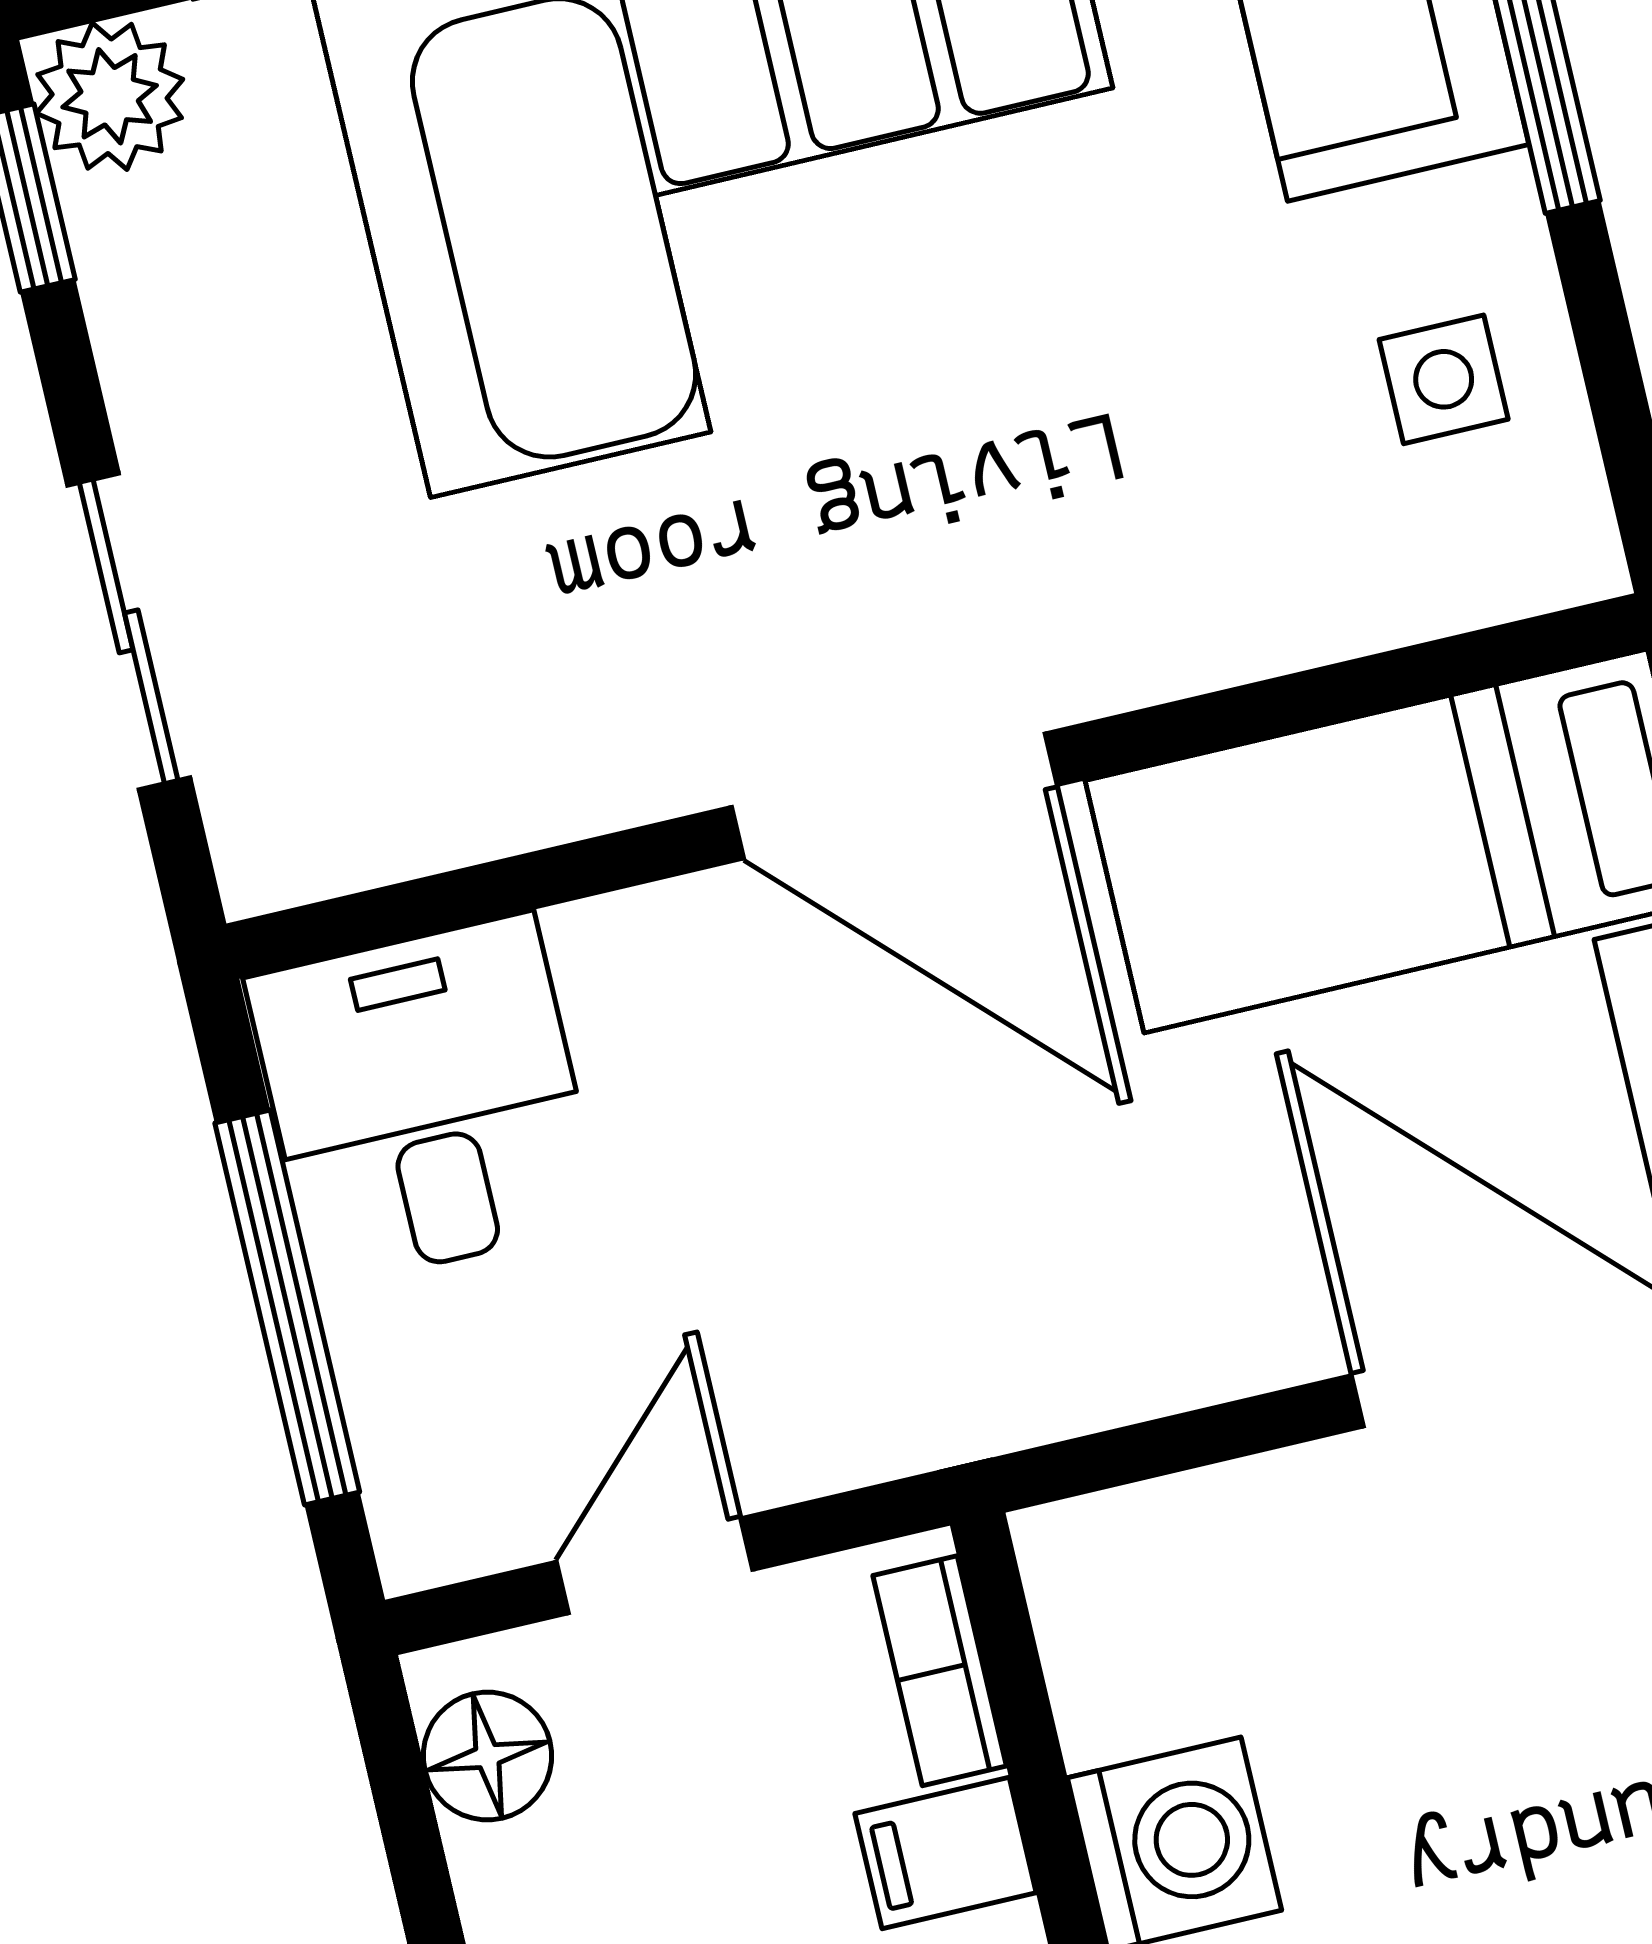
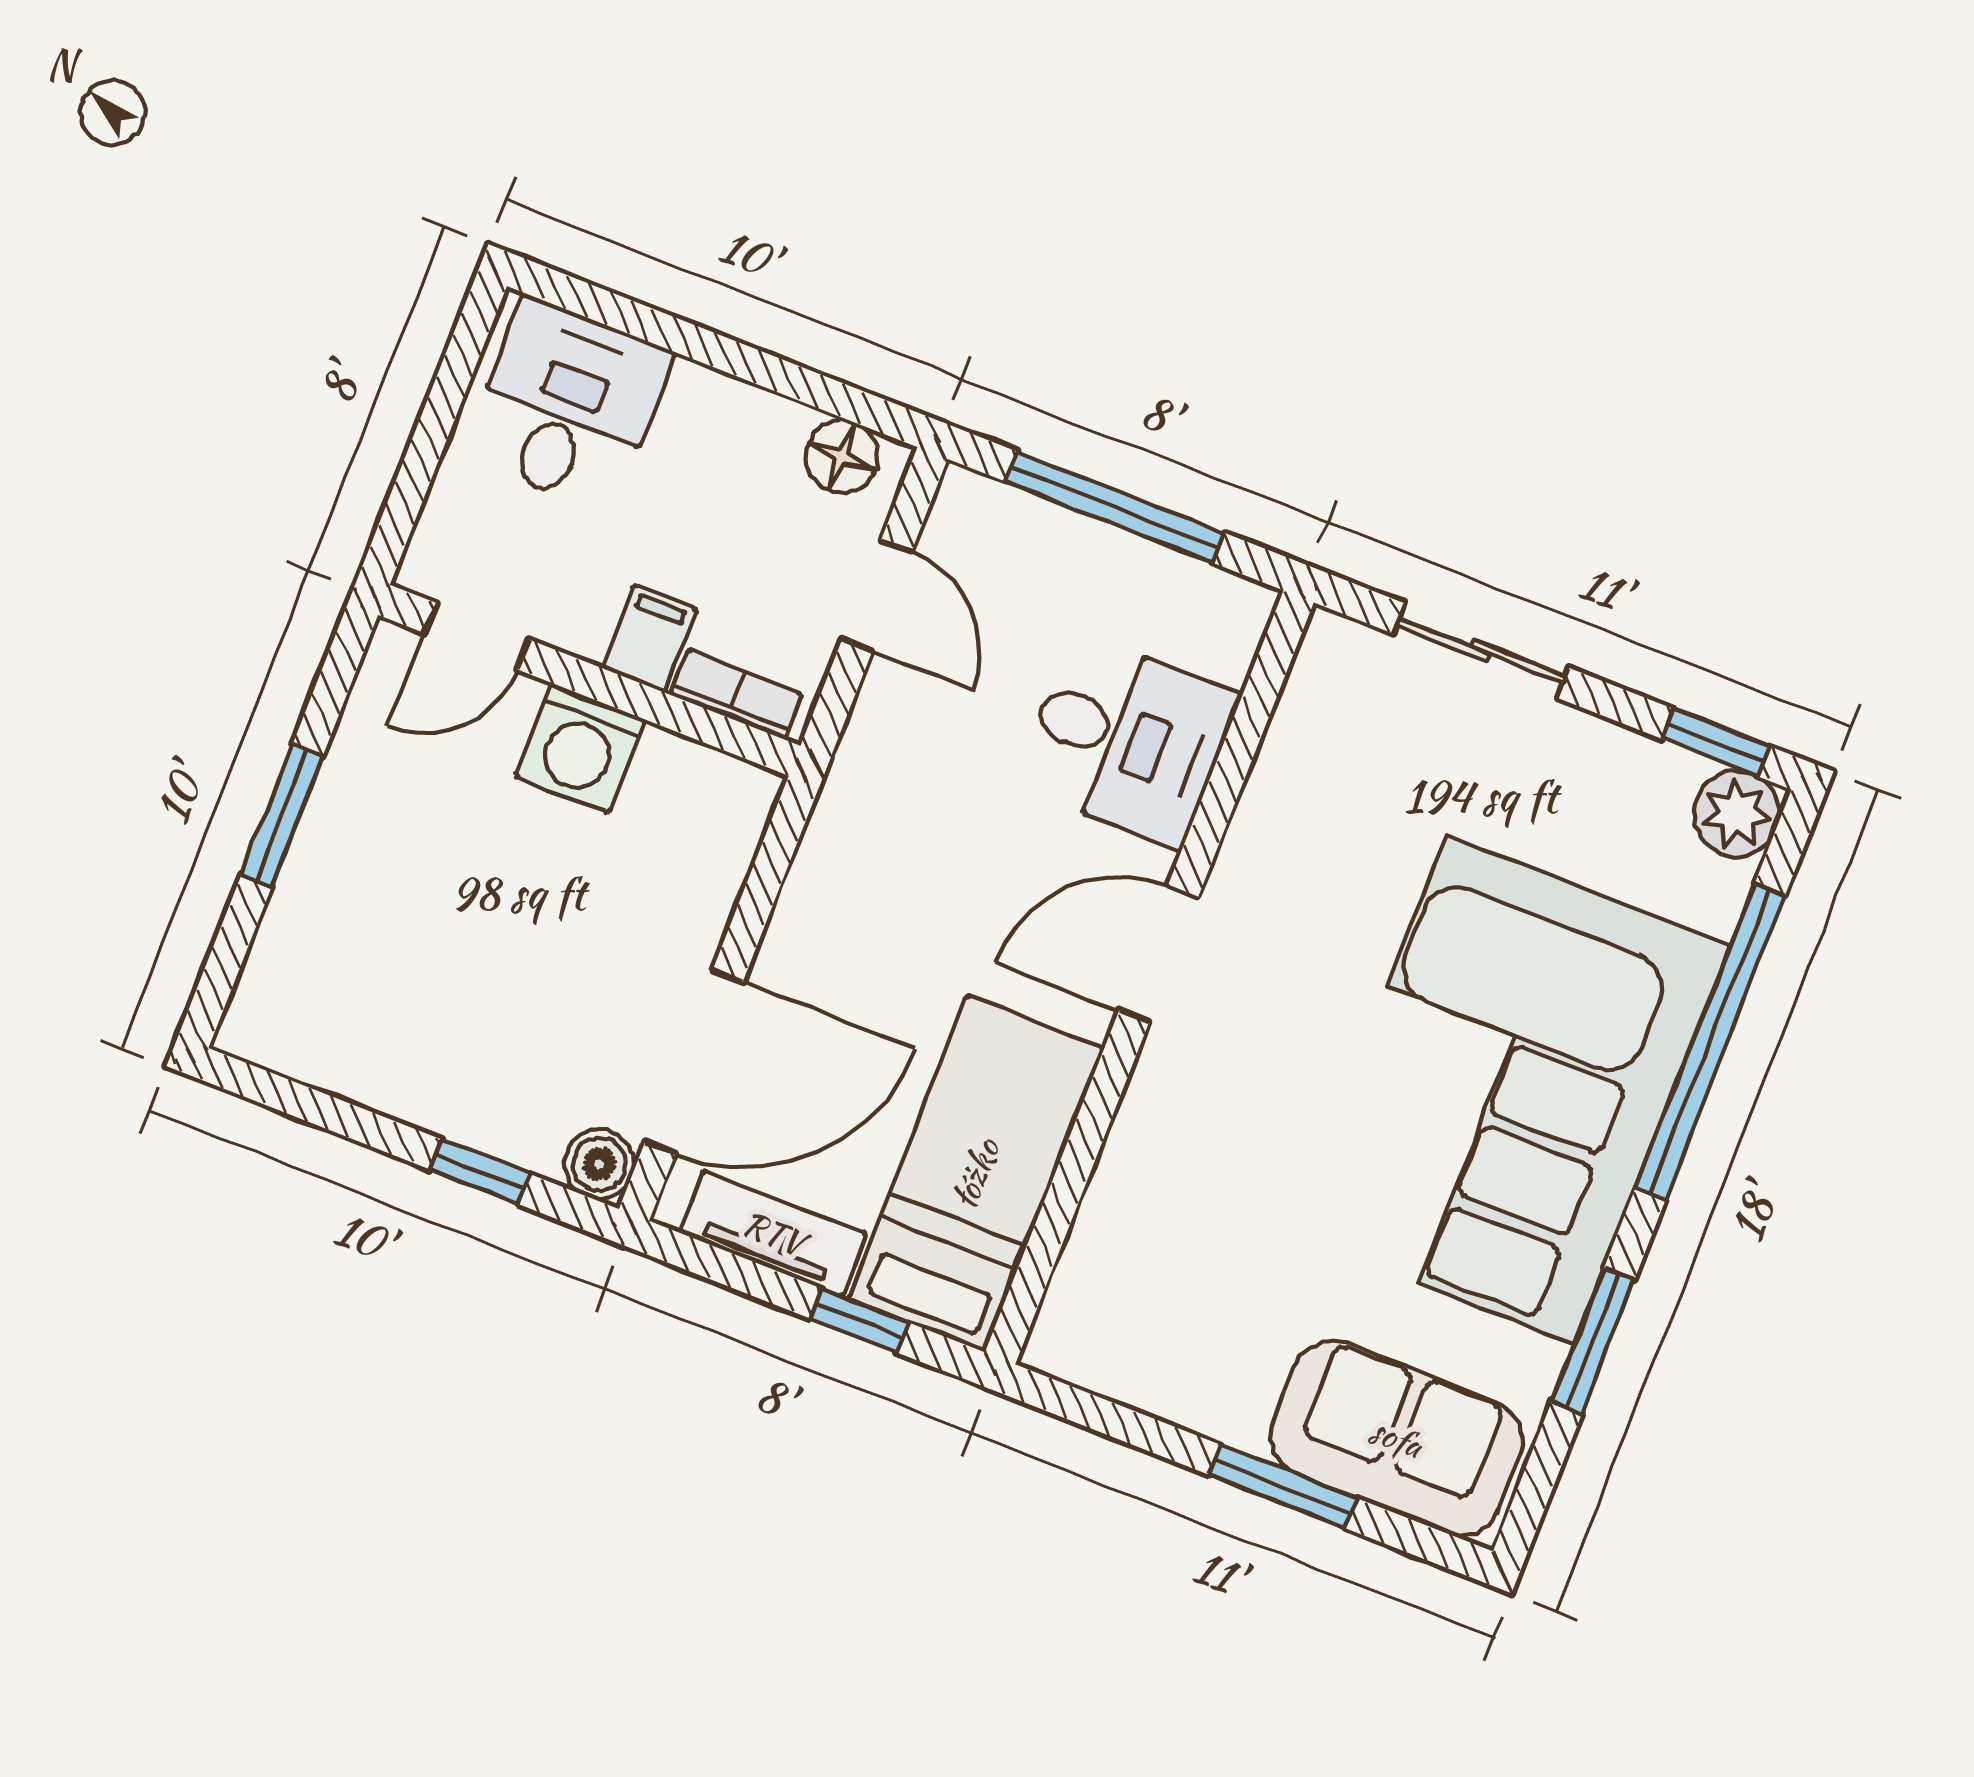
side table: (1444, 379) -> (1176, 1344), removed
door: (894, 796) -> (1158, 954), width x0.73
desk: (425, 1101) -> (1127, 740), moved

